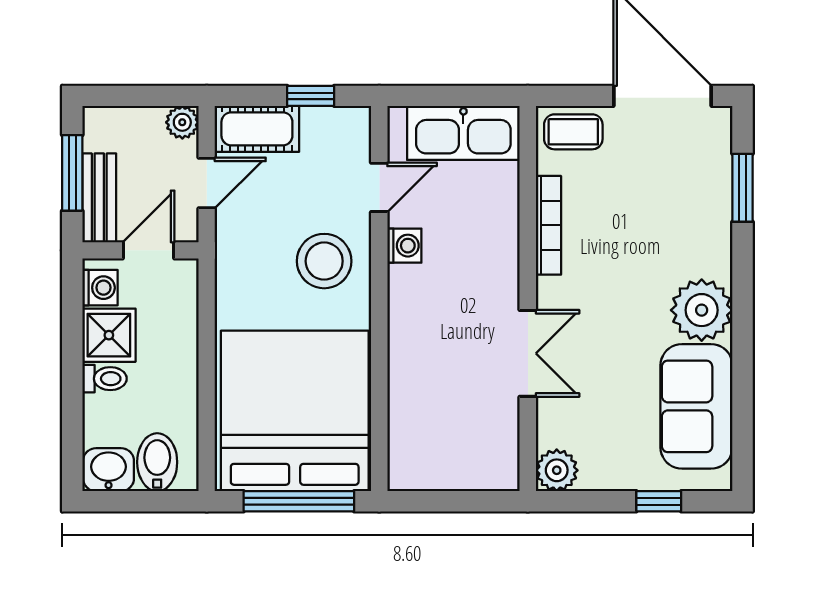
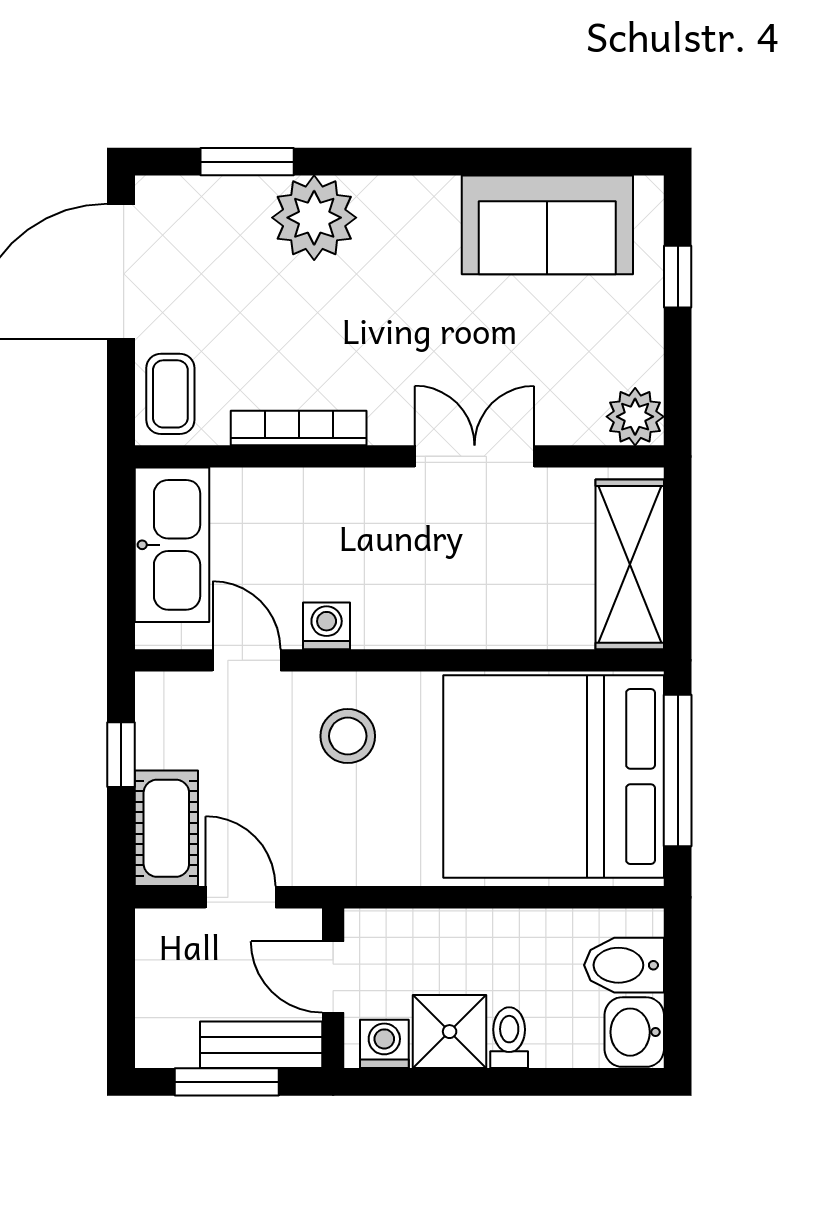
plant: (182, 122) -> (157, 931), removed
stool: (324, 261) -> (348, 736), width x0.73, depth x0.73
plant: (702, 310) -> (314, 218), moved
shelving: (449, 466) -> (630, 564), added

